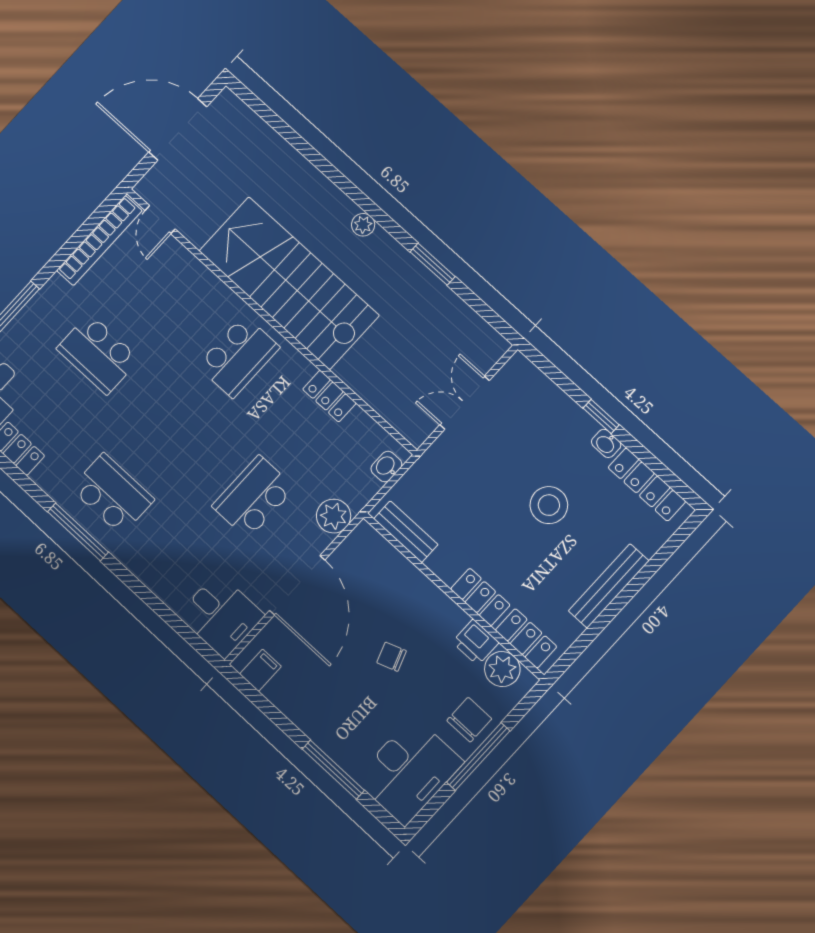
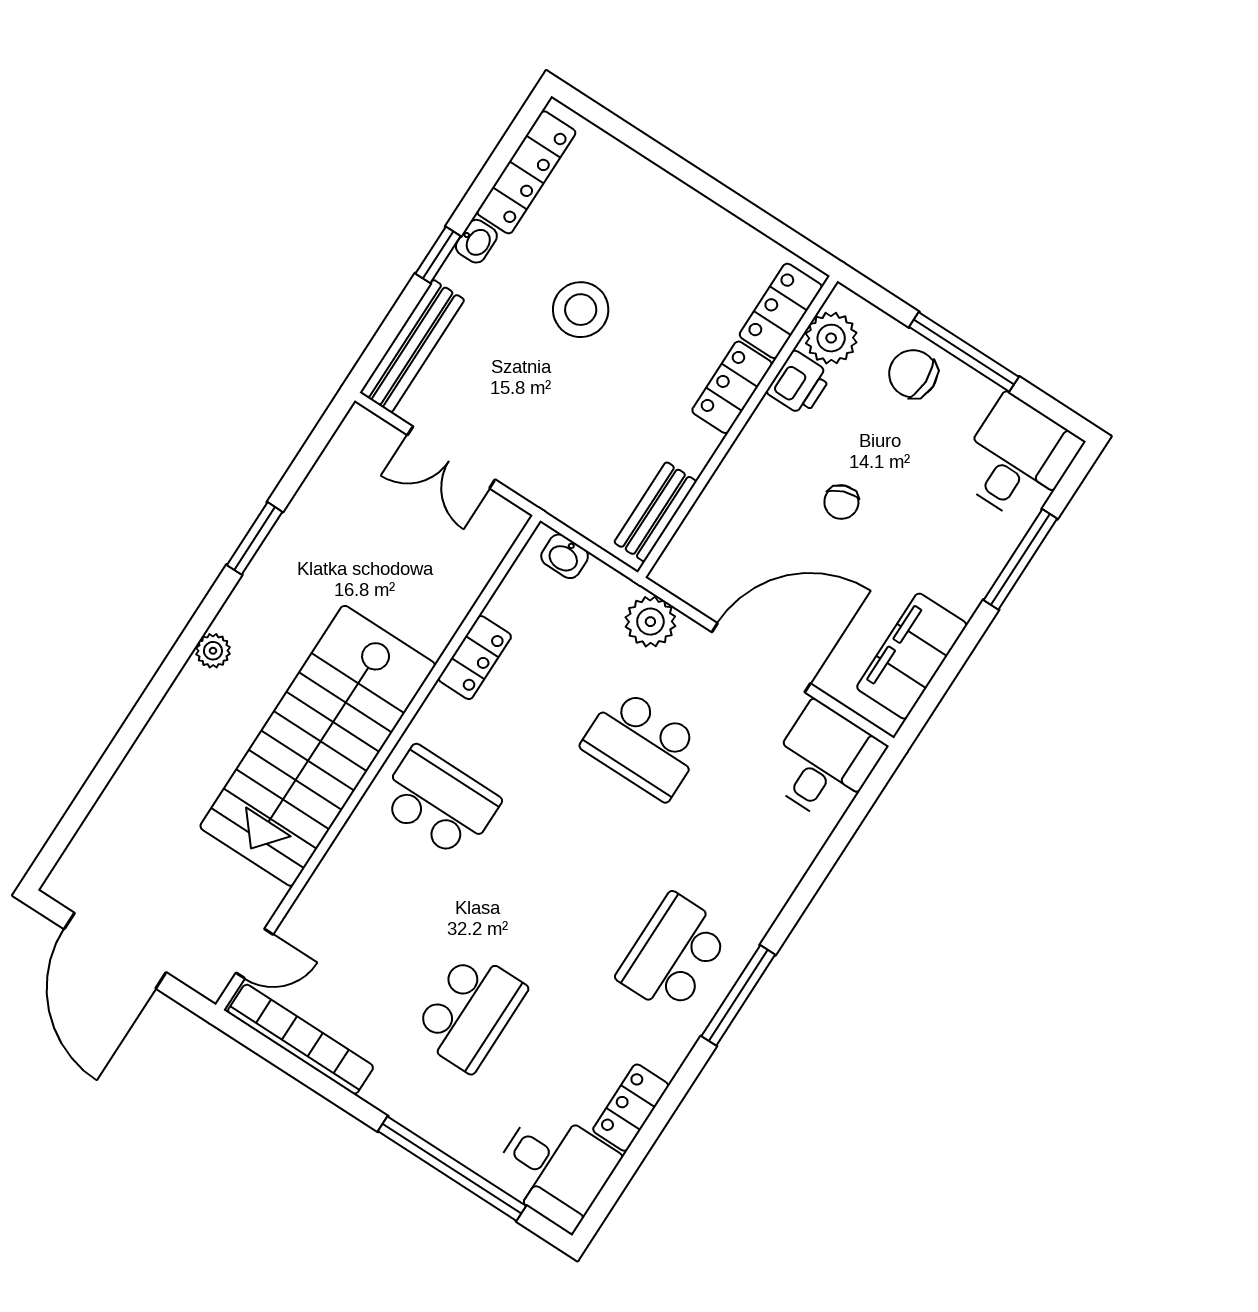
bench: (609, 586) -> (412, 346), moved, turned 90
filing cabinet: (260, 670) -> (912, 656), width x3.00, depth x1.17
desk: (409, 771) -> (1018, 459), width x0.73

